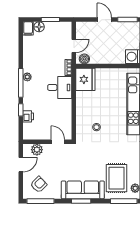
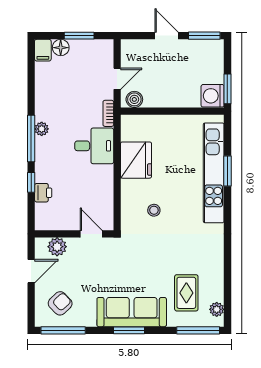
fridge: (85, 79) -> (136, 160), moved
rug: (116, 178) -> (186, 293), width x0.73, depth x0.70

